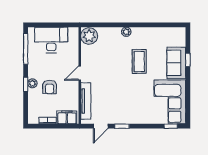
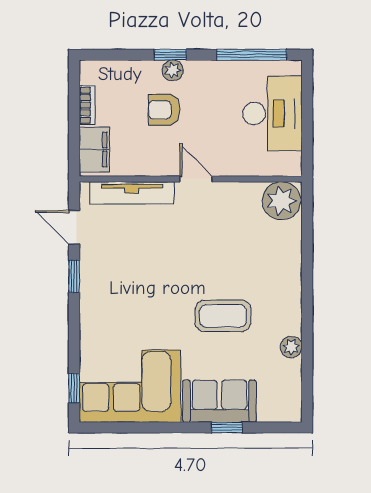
plant: (126, 32) -> (291, 347), moved

